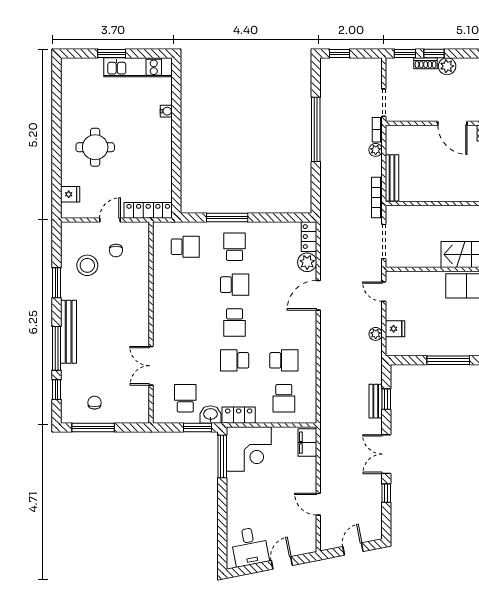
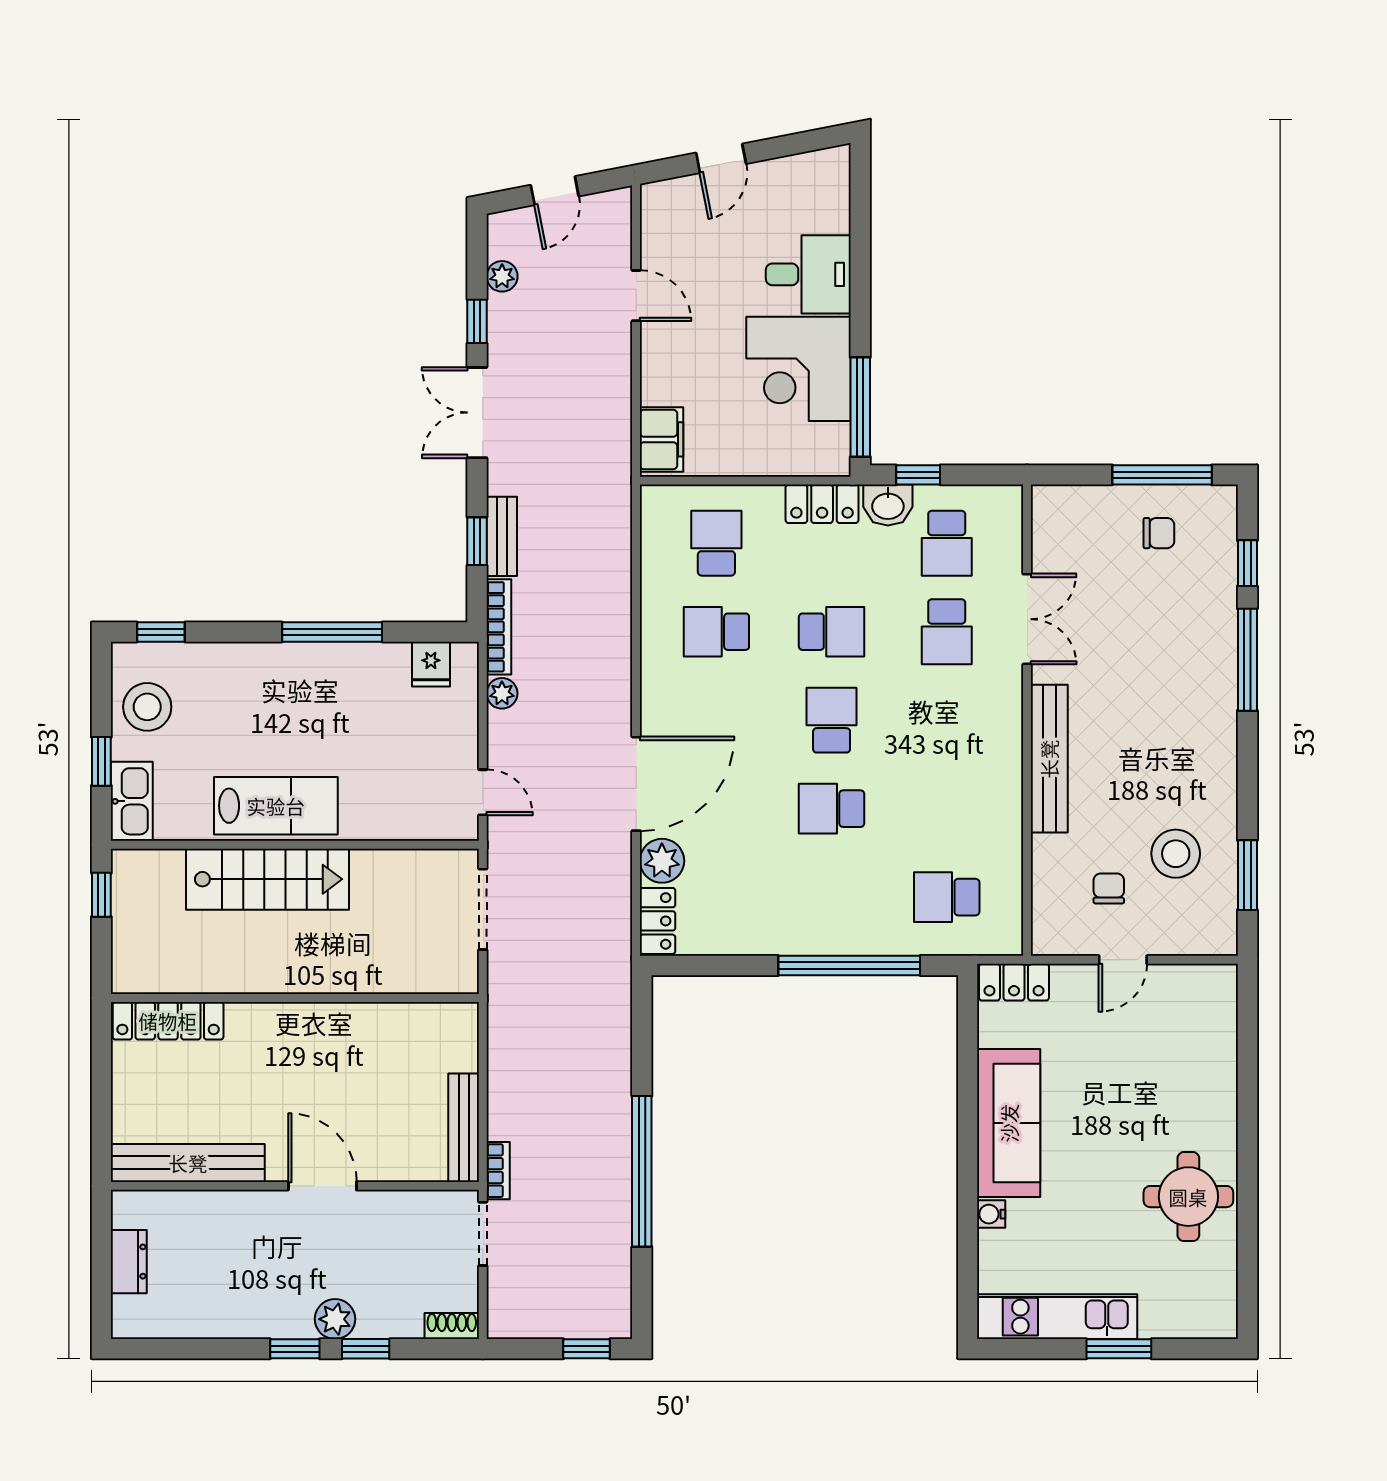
window: (405, 53) -> (295, 1349), moved
shoe rack: (426, 63) -> (452, 1326), moved
round table: (95, 147) -> (1188, 1197), moved
sofa: (159, 150) -> (1009, 1123), added
plant: (376, 150) -> (502, 276), moved
bench: (392, 178) -> (464, 1128), moved
fridge: (70, 194) -> (1216, 1020), removed
bookcase: (377, 197) -> (499, 627), moved
locker: (148, 210) -> (1014, 982), width x0.66
window: (227, 218) -> (849, 965), width x1.46
school desk: (235, 247) -> (947, 632), moved
window: (57, 283) -> (1247, 875), moved
door: (318, 295) -> (636, 784), width x1.36
fridge: (395, 329) -> (431, 664), moved, turned -90
bench: (69, 332) -> (1049, 759), moved
chair: (94, 403) -> (1159, 533), turned -90
window: (198, 427) -> (918, 475), width x0.67
corner desk: (249, 449) -> (799, 369), moved, turned -90
double door: (386, 454) -> (477, 413), swing flipped
desk: (250, 547) -> (808, 274), moved, turned 101

